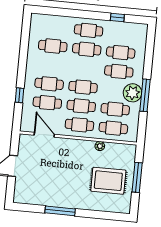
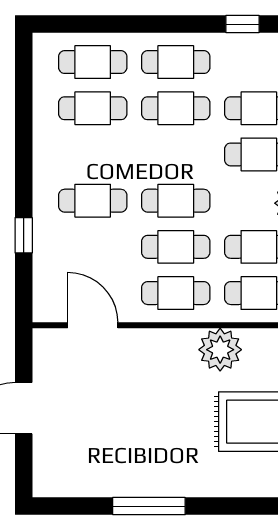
cafe table: (47, 103) -> (93, 62), moved
plant: (100, 146) -> (220, 350), width x1.88, depth x1.88

